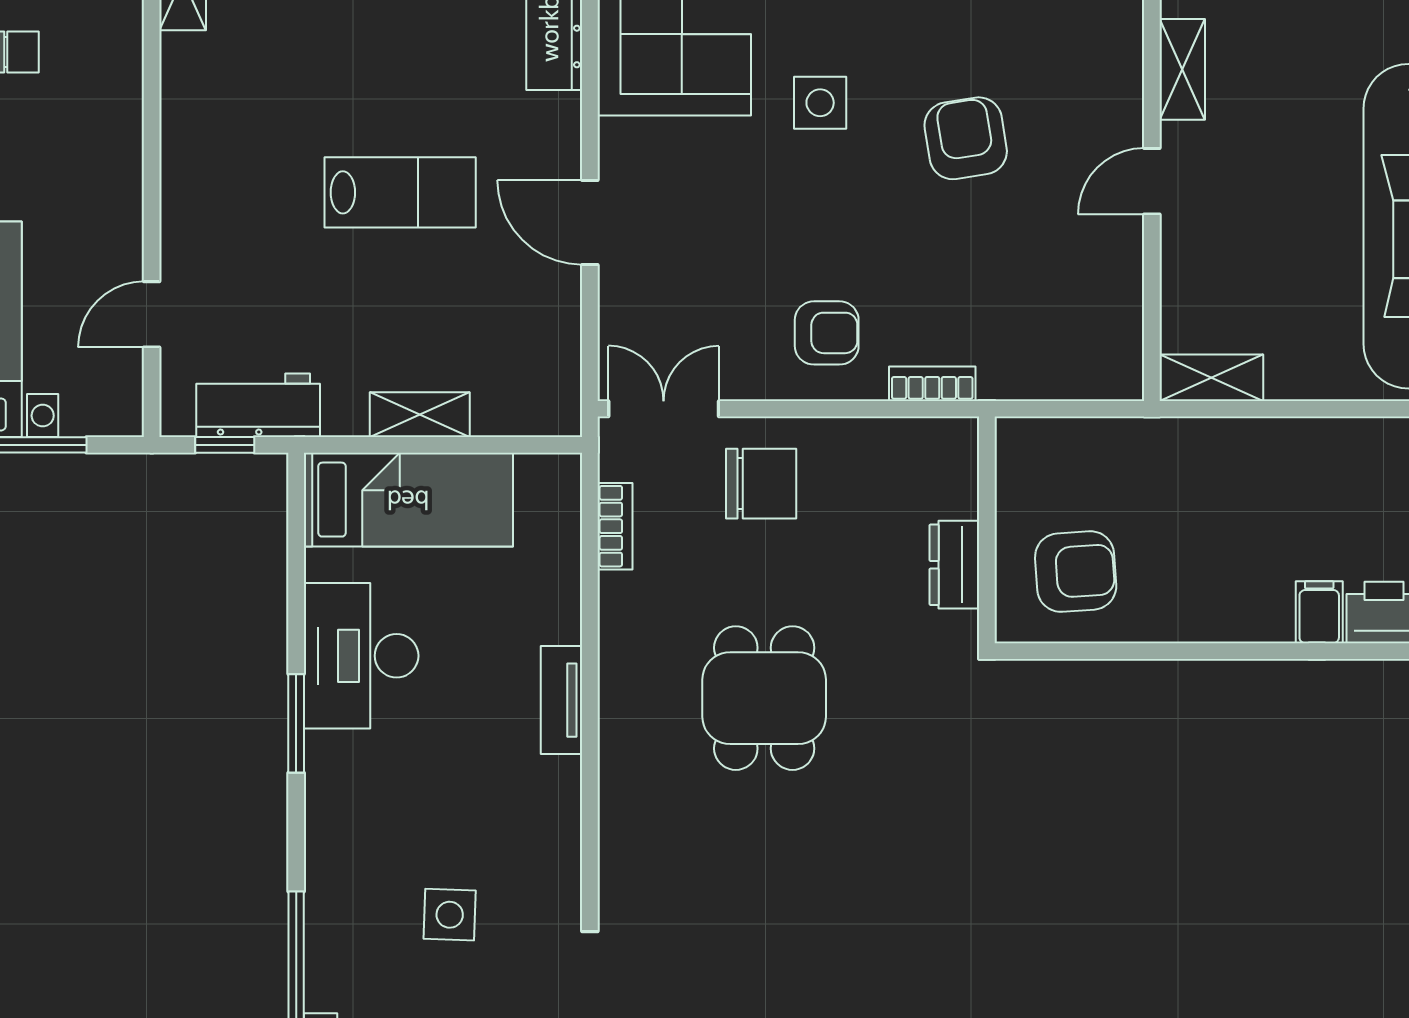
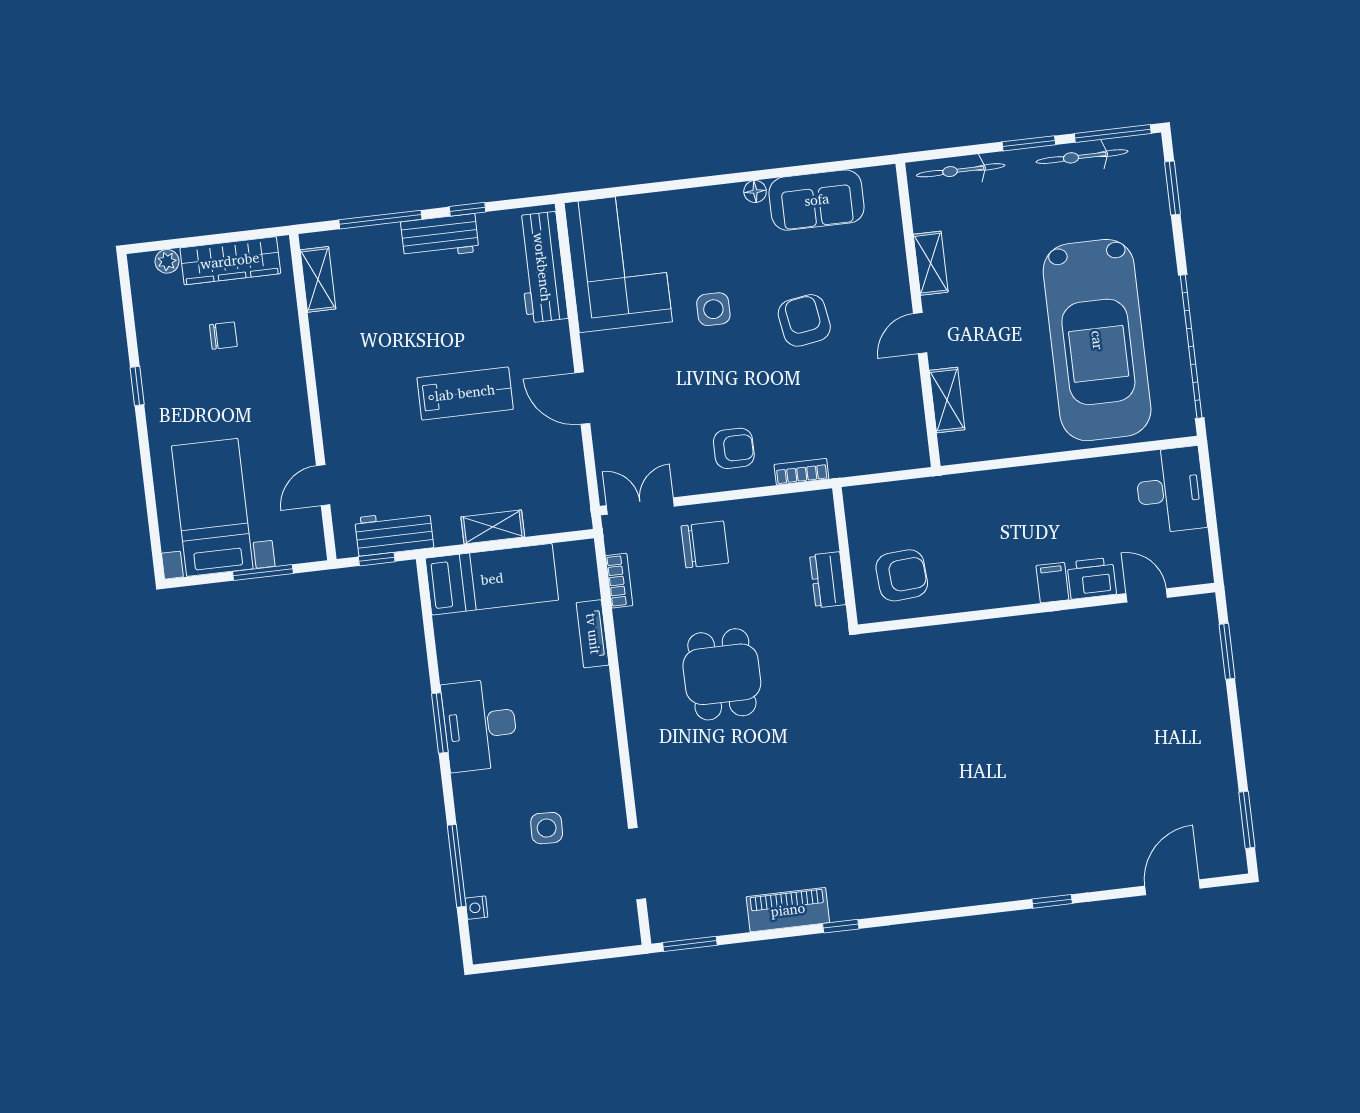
shelving: (1211, 378) -> (947, 400), moved, turned 90
desk: (361, 656) -> (480, 725), moved
tv unit: (562, 700) -> (593, 634), moved

